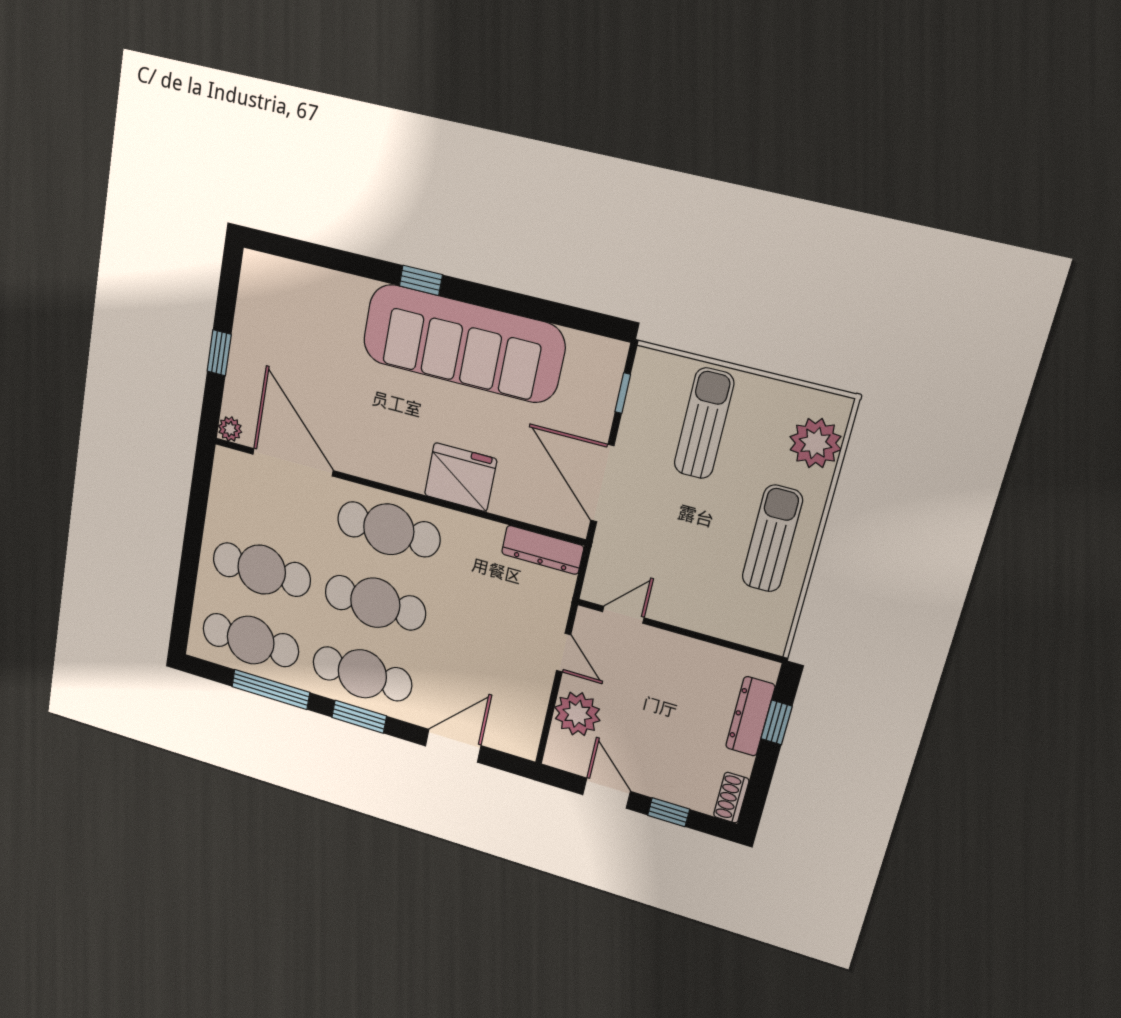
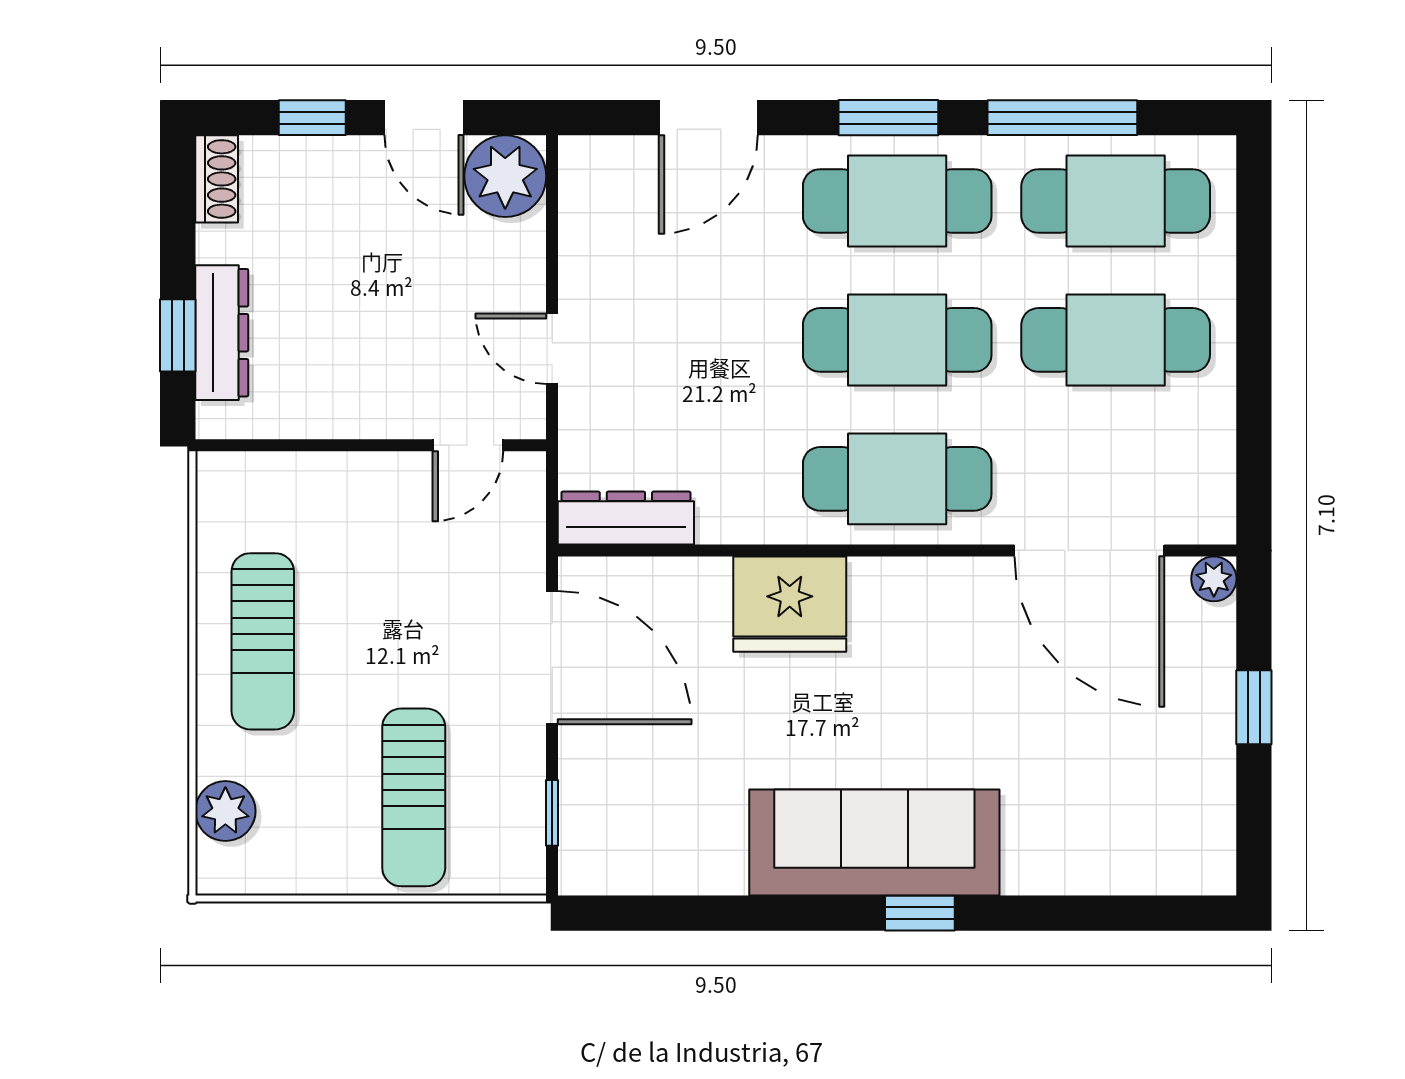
sofa: (463, 343) -> (874, 842), width x0.74, depth x0.79
plant: (815, 443) -> (225, 811), width x0.73, depth x0.73
plant: (577, 714) -> (505, 176), moved

